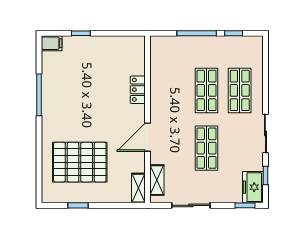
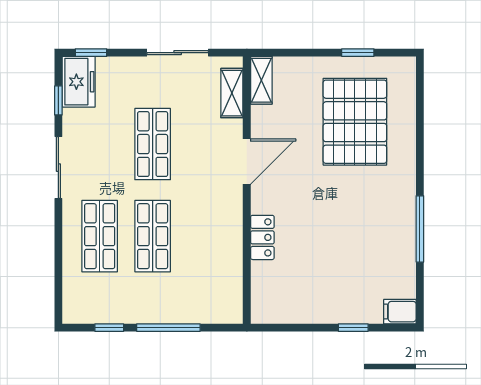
pallet: (80, 162) -> (355, 122), turned 90

